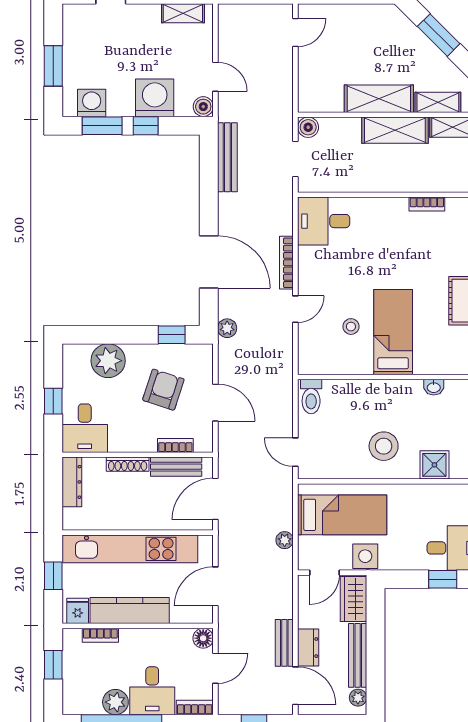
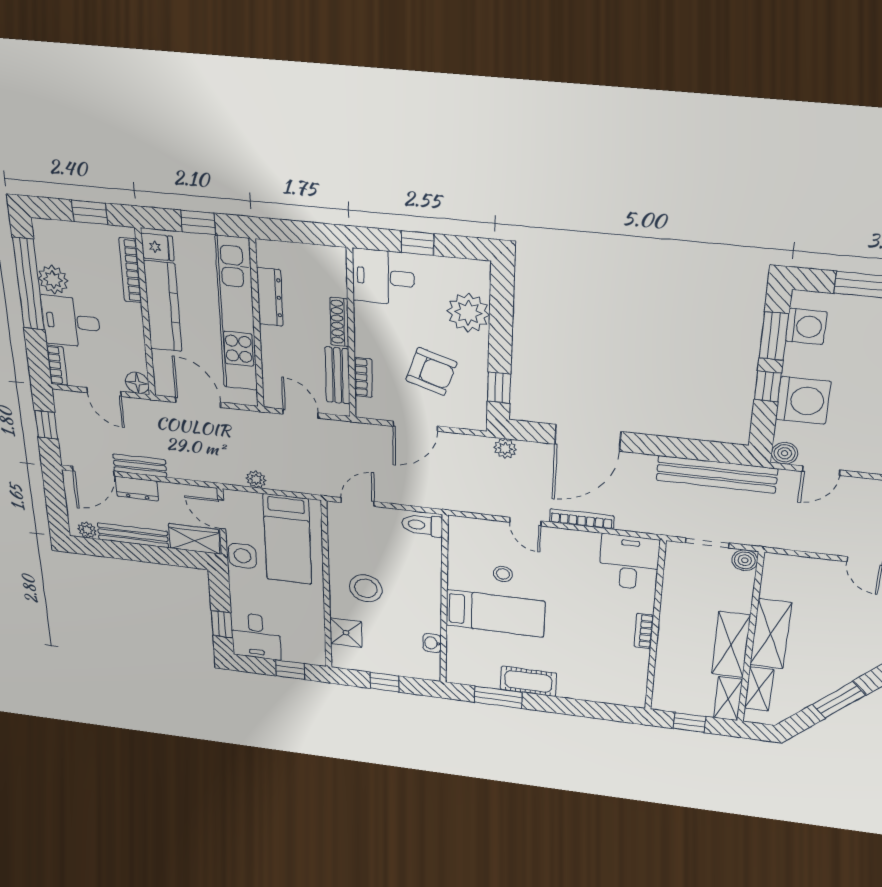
bench: (227, 157) -> (717, 474), width x1.37, depth x1.21
bookcase: (427, 204) -> (644, 631), moved
dresser: (72, 482) -> (270, 297), moved, turned -90
door: (215, 499) -> (301, 414), width x0.73
bookcase: (100, 635) -> (130, 270), width x1.56

